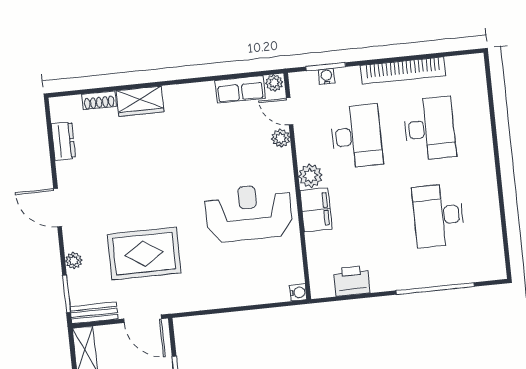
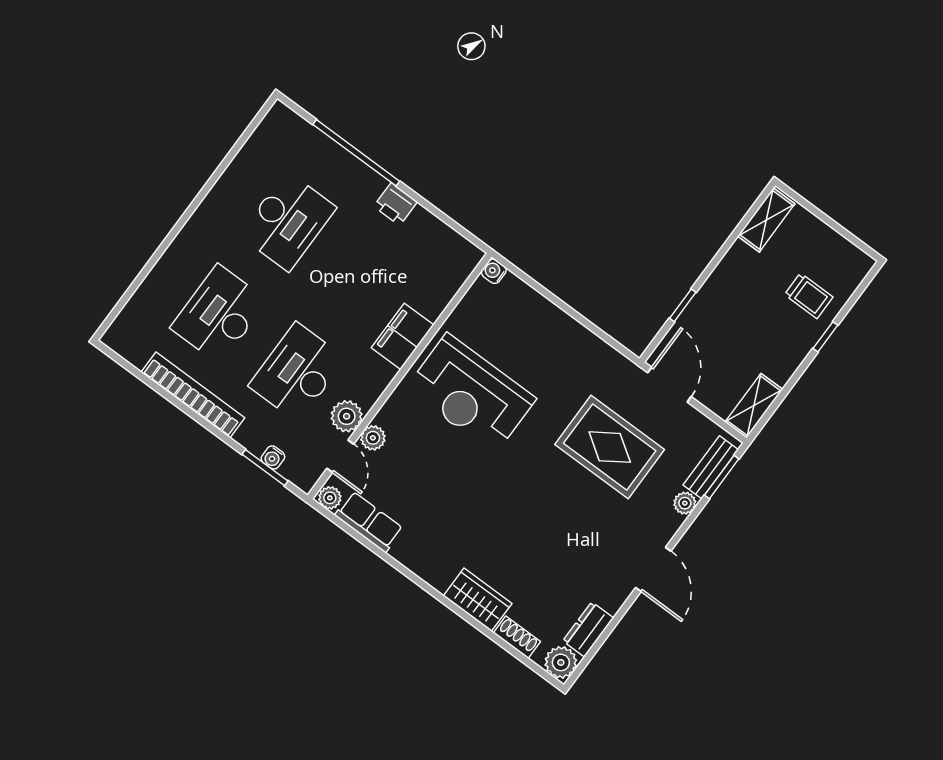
plant: (62, 109) -> (561, 662), added
plant: (310, 176) -> (347, 416), moved
printer: (352, 281) -> (395, 204), moved, width x0.73, depth x0.81
bench: (94, 313) -> (711, 467), moved, turned 90

